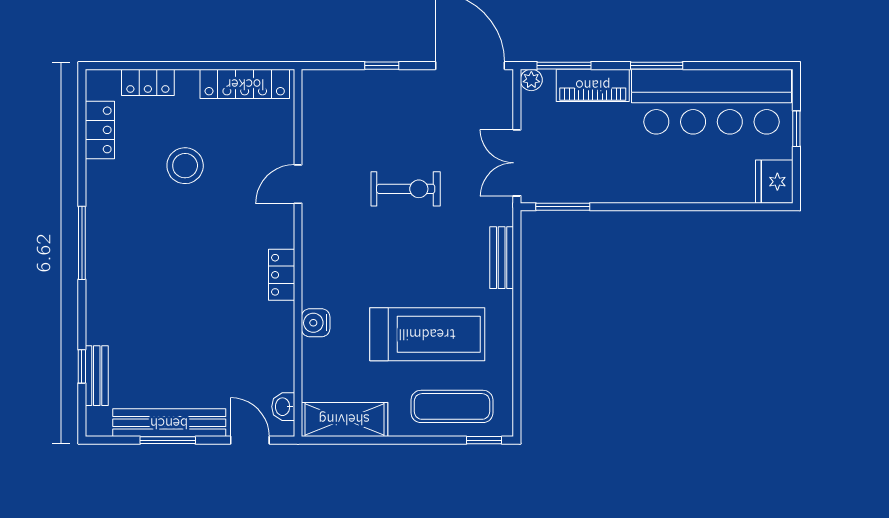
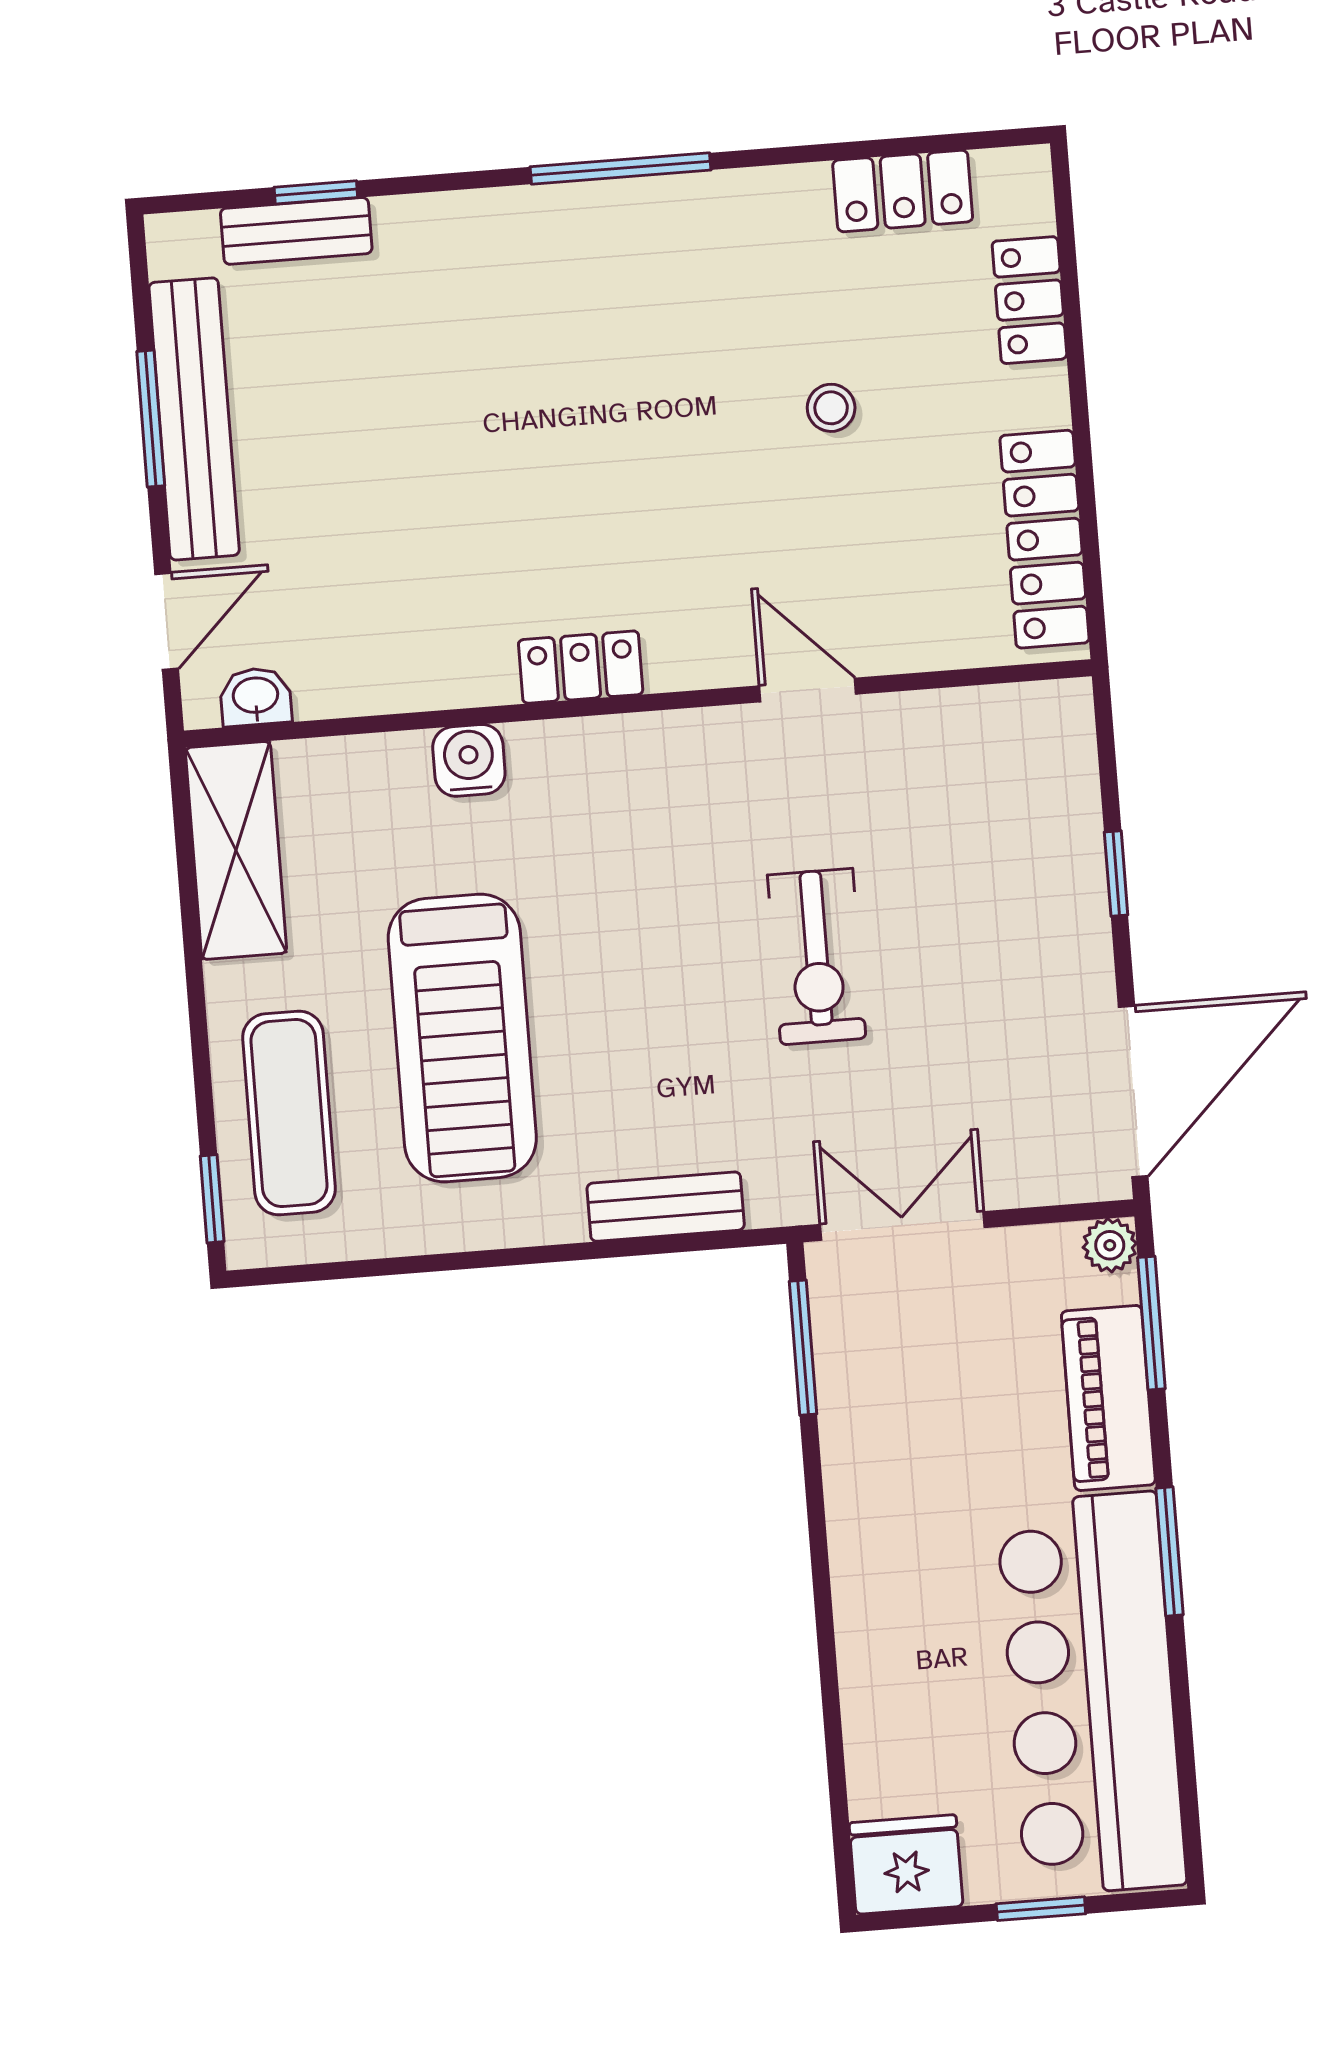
stool: (185, 166) -> (831, 408), width x0.53, depth x0.53

